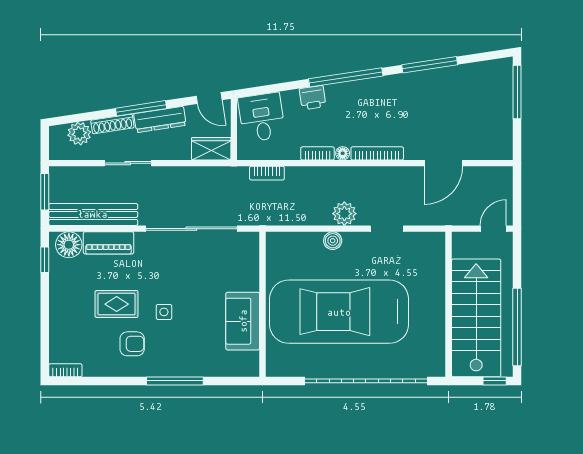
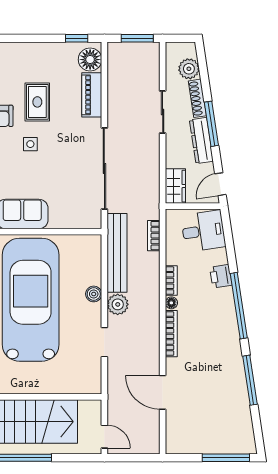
bench: (93, 214) -> (117, 253), moved

